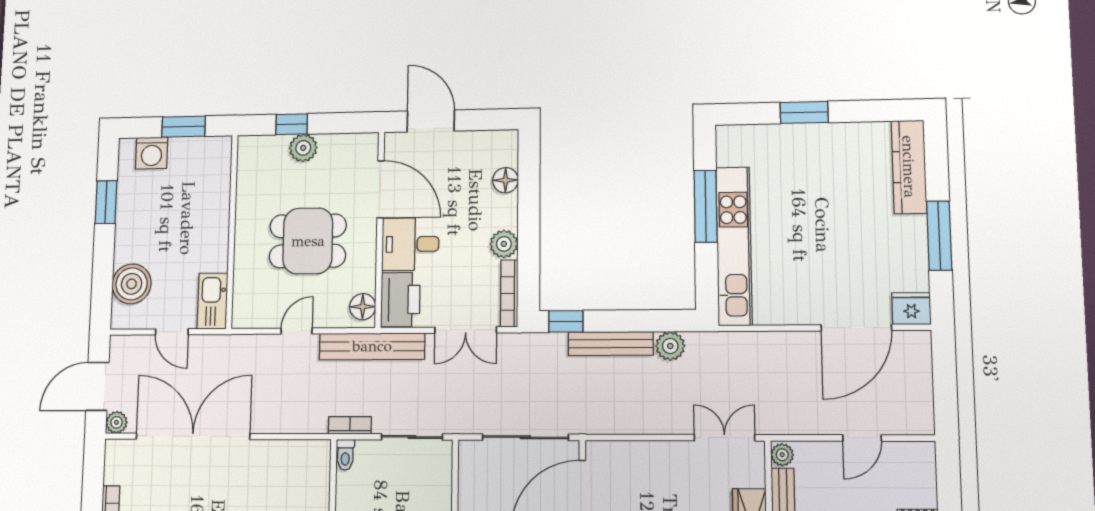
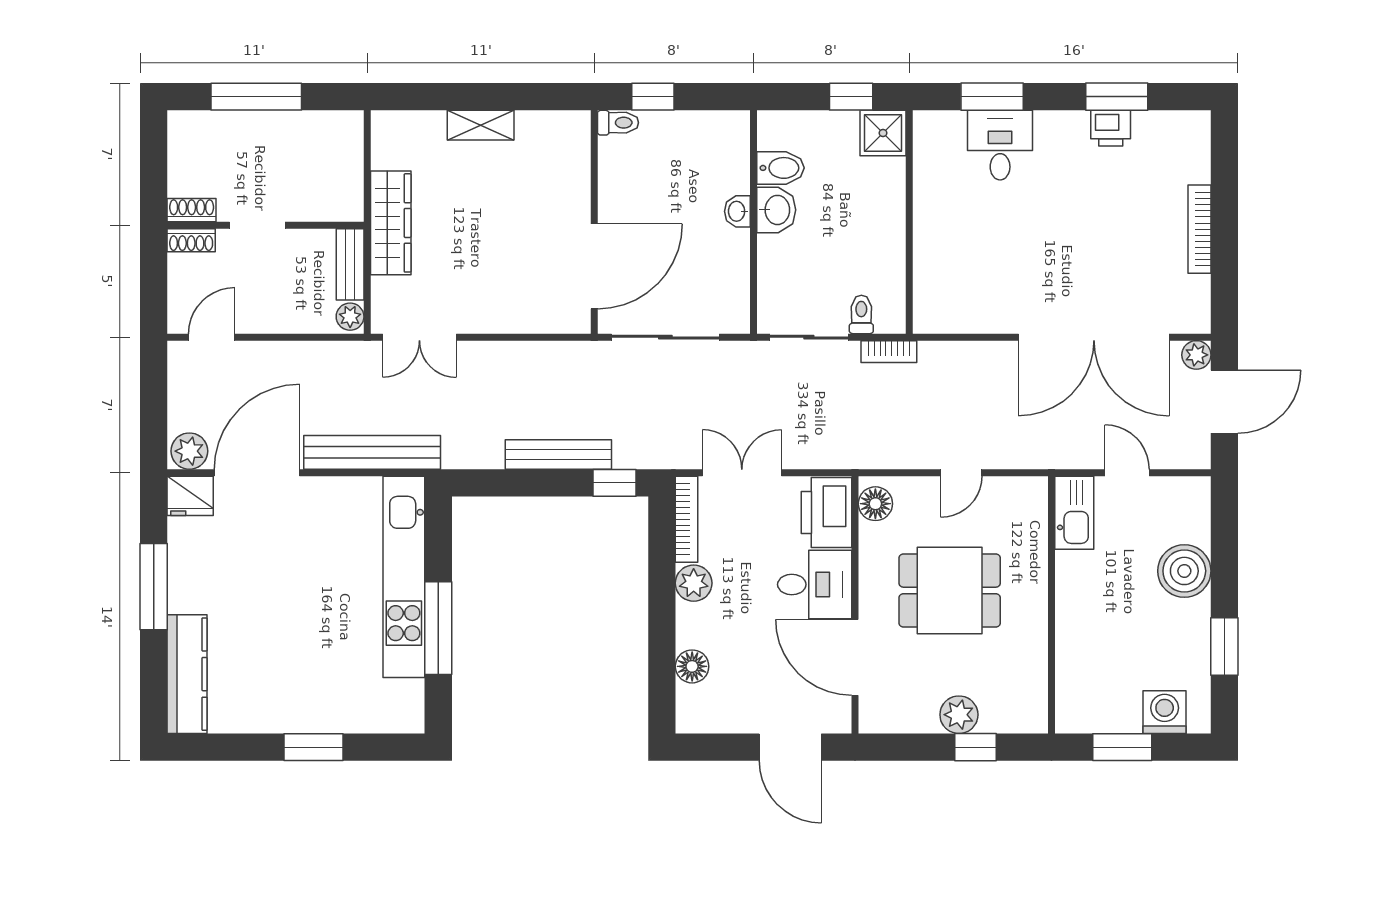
boiler: (132, 284) -> (1184, 571), moved
bench: (372, 346) -> (372, 452), moved
plant: (670, 346) -> (189, 451), moved
door: (862, 438) -> (212, 337), moved
toilet: (345, 455) -> (861, 314), moved

